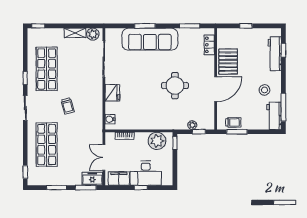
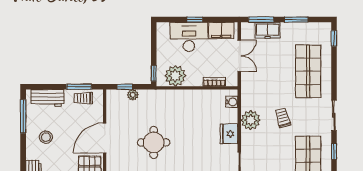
plant: (94, 104) -> (251, 120), added
workbench: (274, 116) -> (47, 98), moved, turned 90
freezer: (92, 179) -> (268, 30), moved

